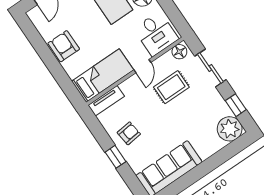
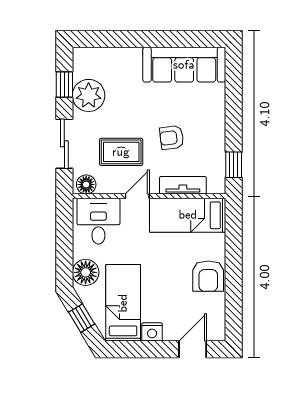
tv unit: (106, 101) -> (183, 185), moved
plant: (230, 129) -> (89, 95), moved
armchair: (129, 133) -> (172, 138), moved
window: (116, 157) -> (234, 165), moved

